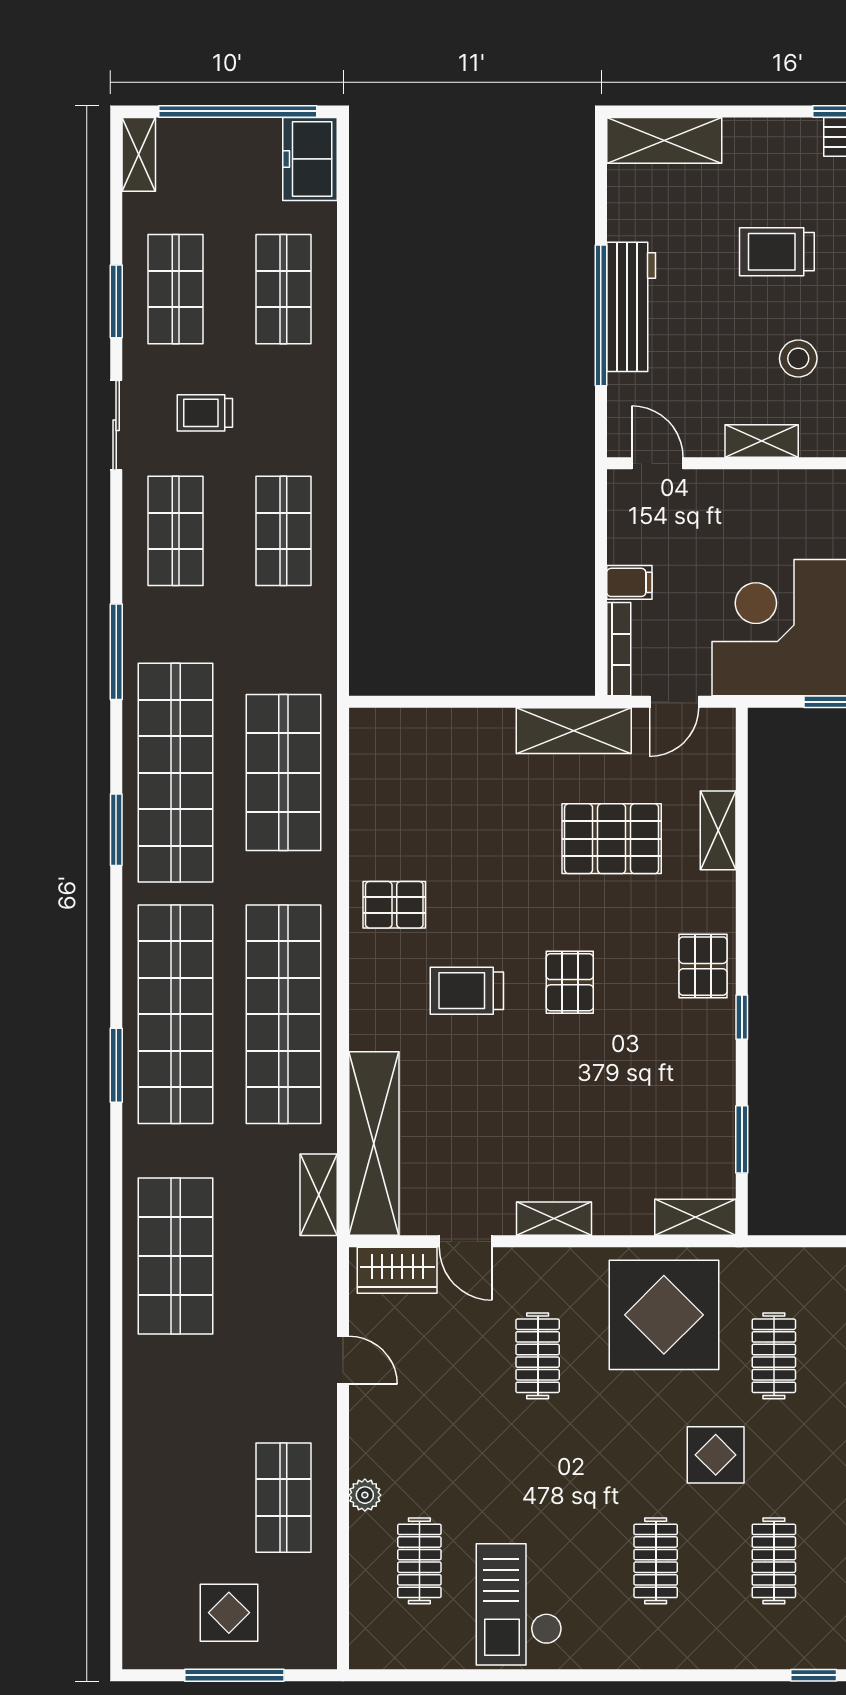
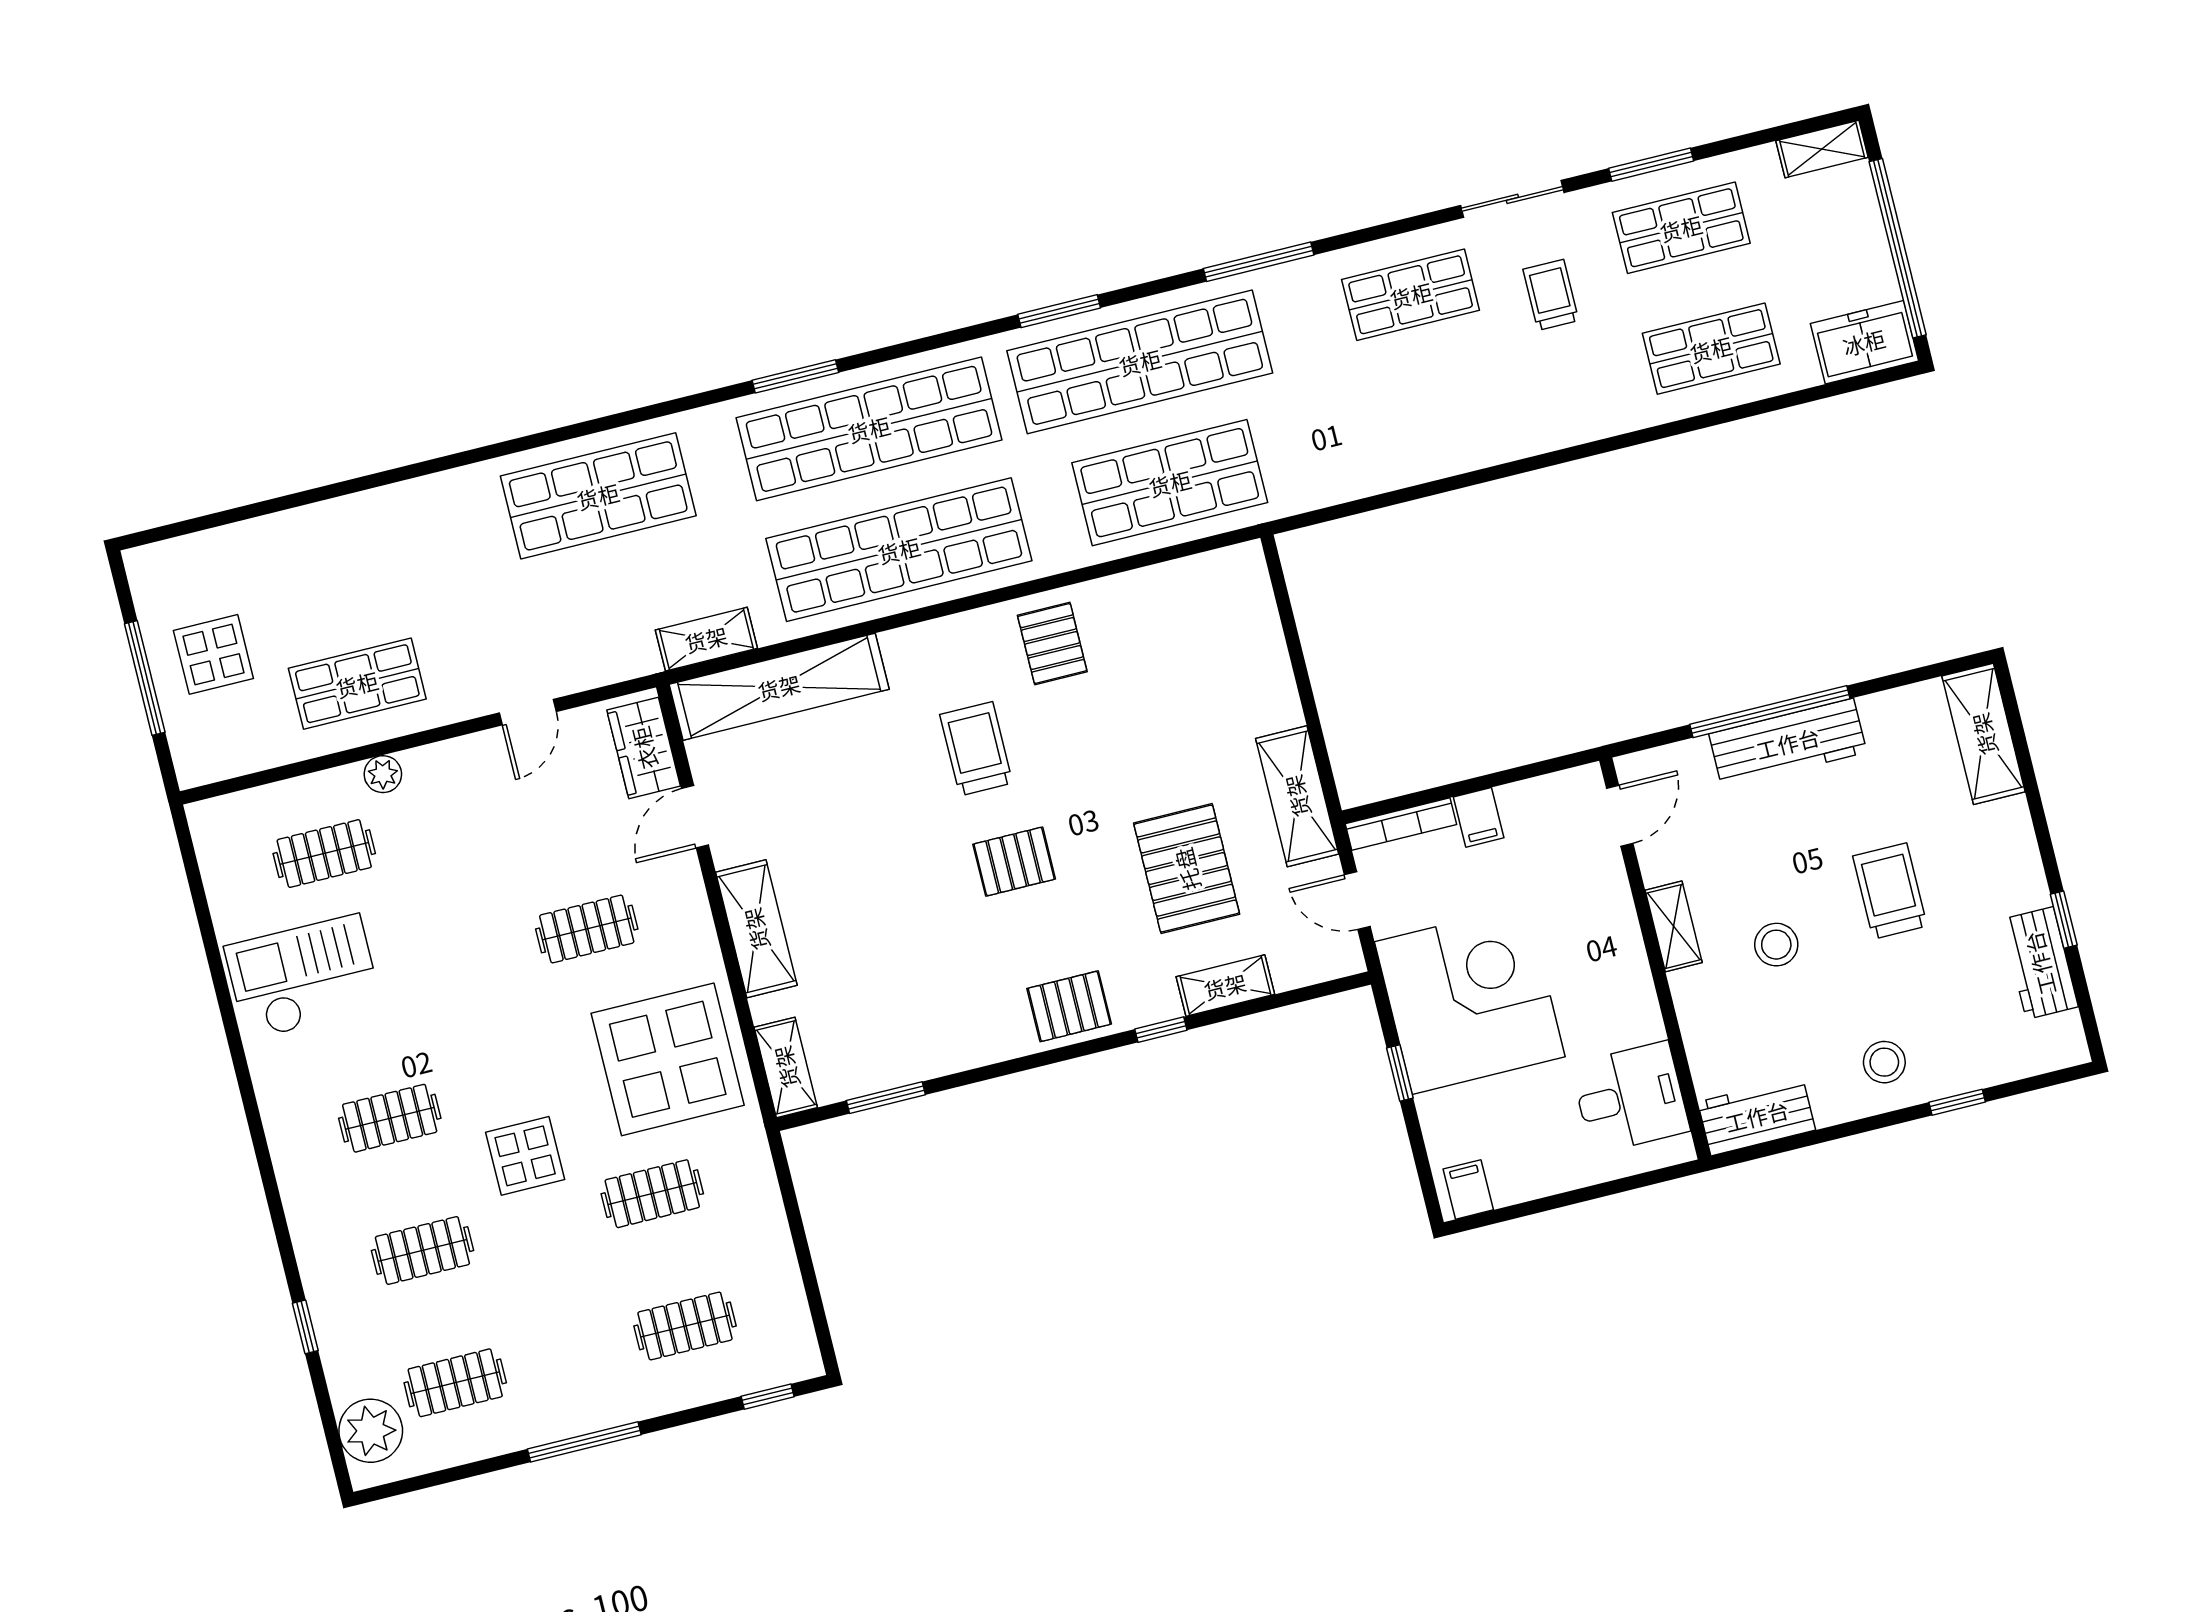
shop shelf: (283, 531) -> (1440, 416), removed
window: (742, 1017) -> (1161, 1030), moved
shelving: (554, 1219) -> (756, 929), width x1.50, depth x1.33

